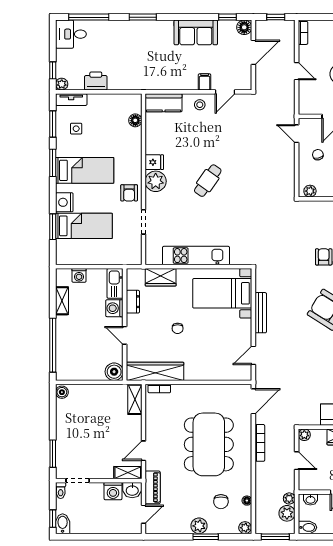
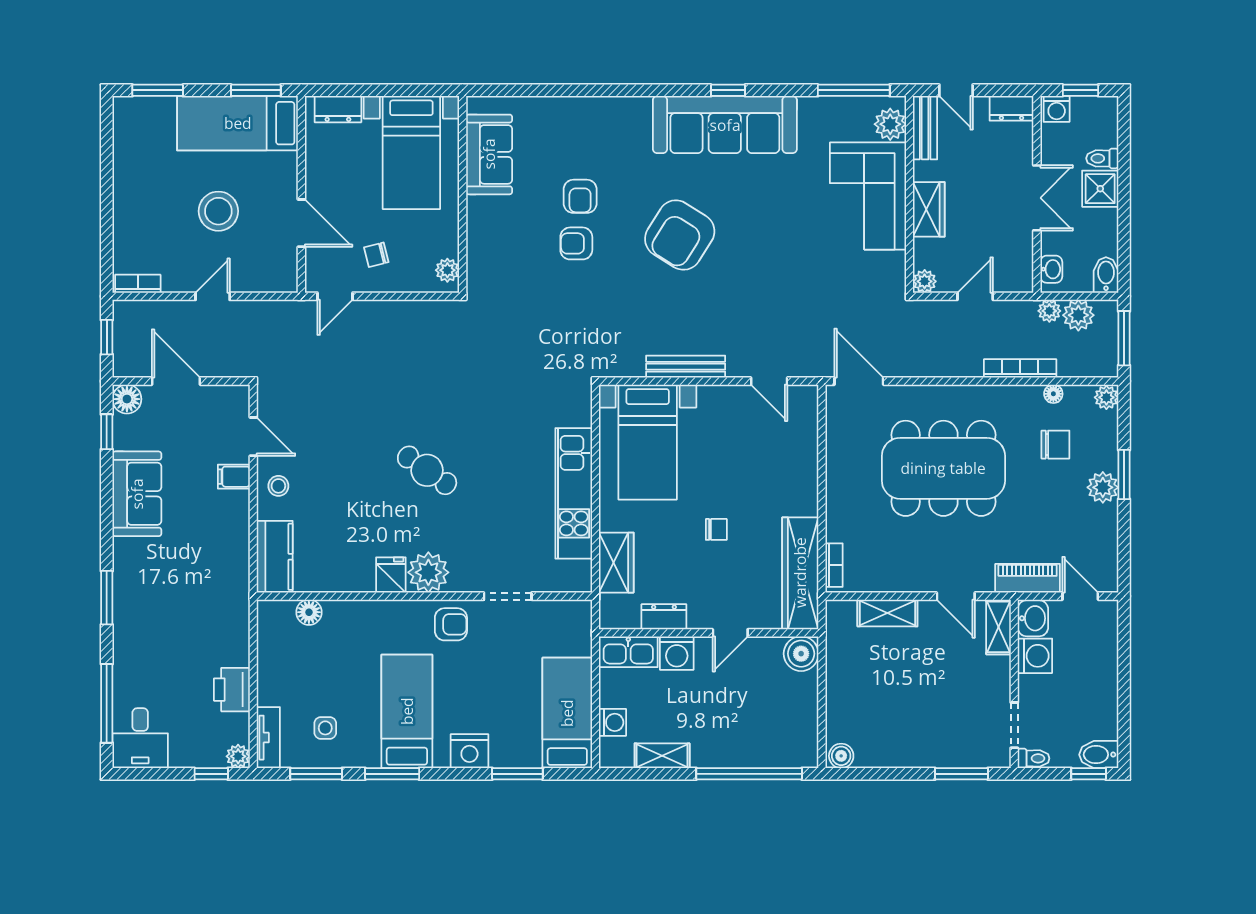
bed: (84, 226) -> (567, 713), moved
shelving: (135, 399) -> (887, 613), moved
bookcase: (260, 443) -> (1020, 368), moved

